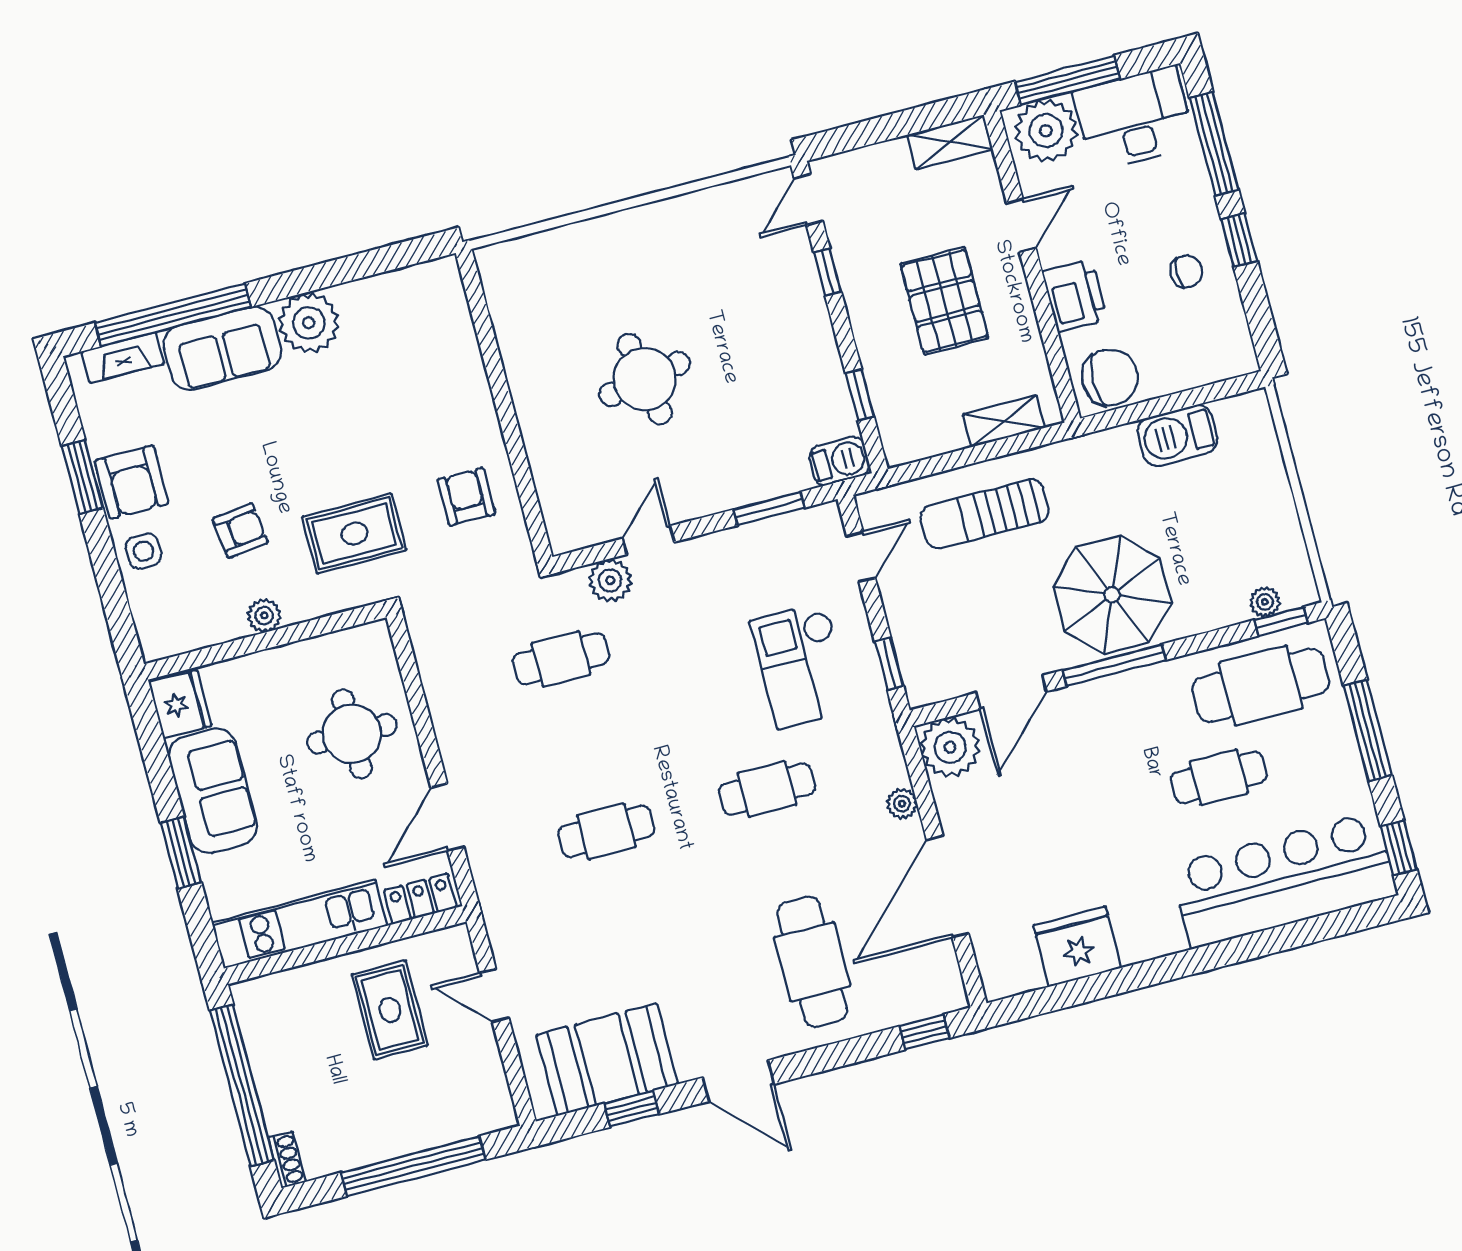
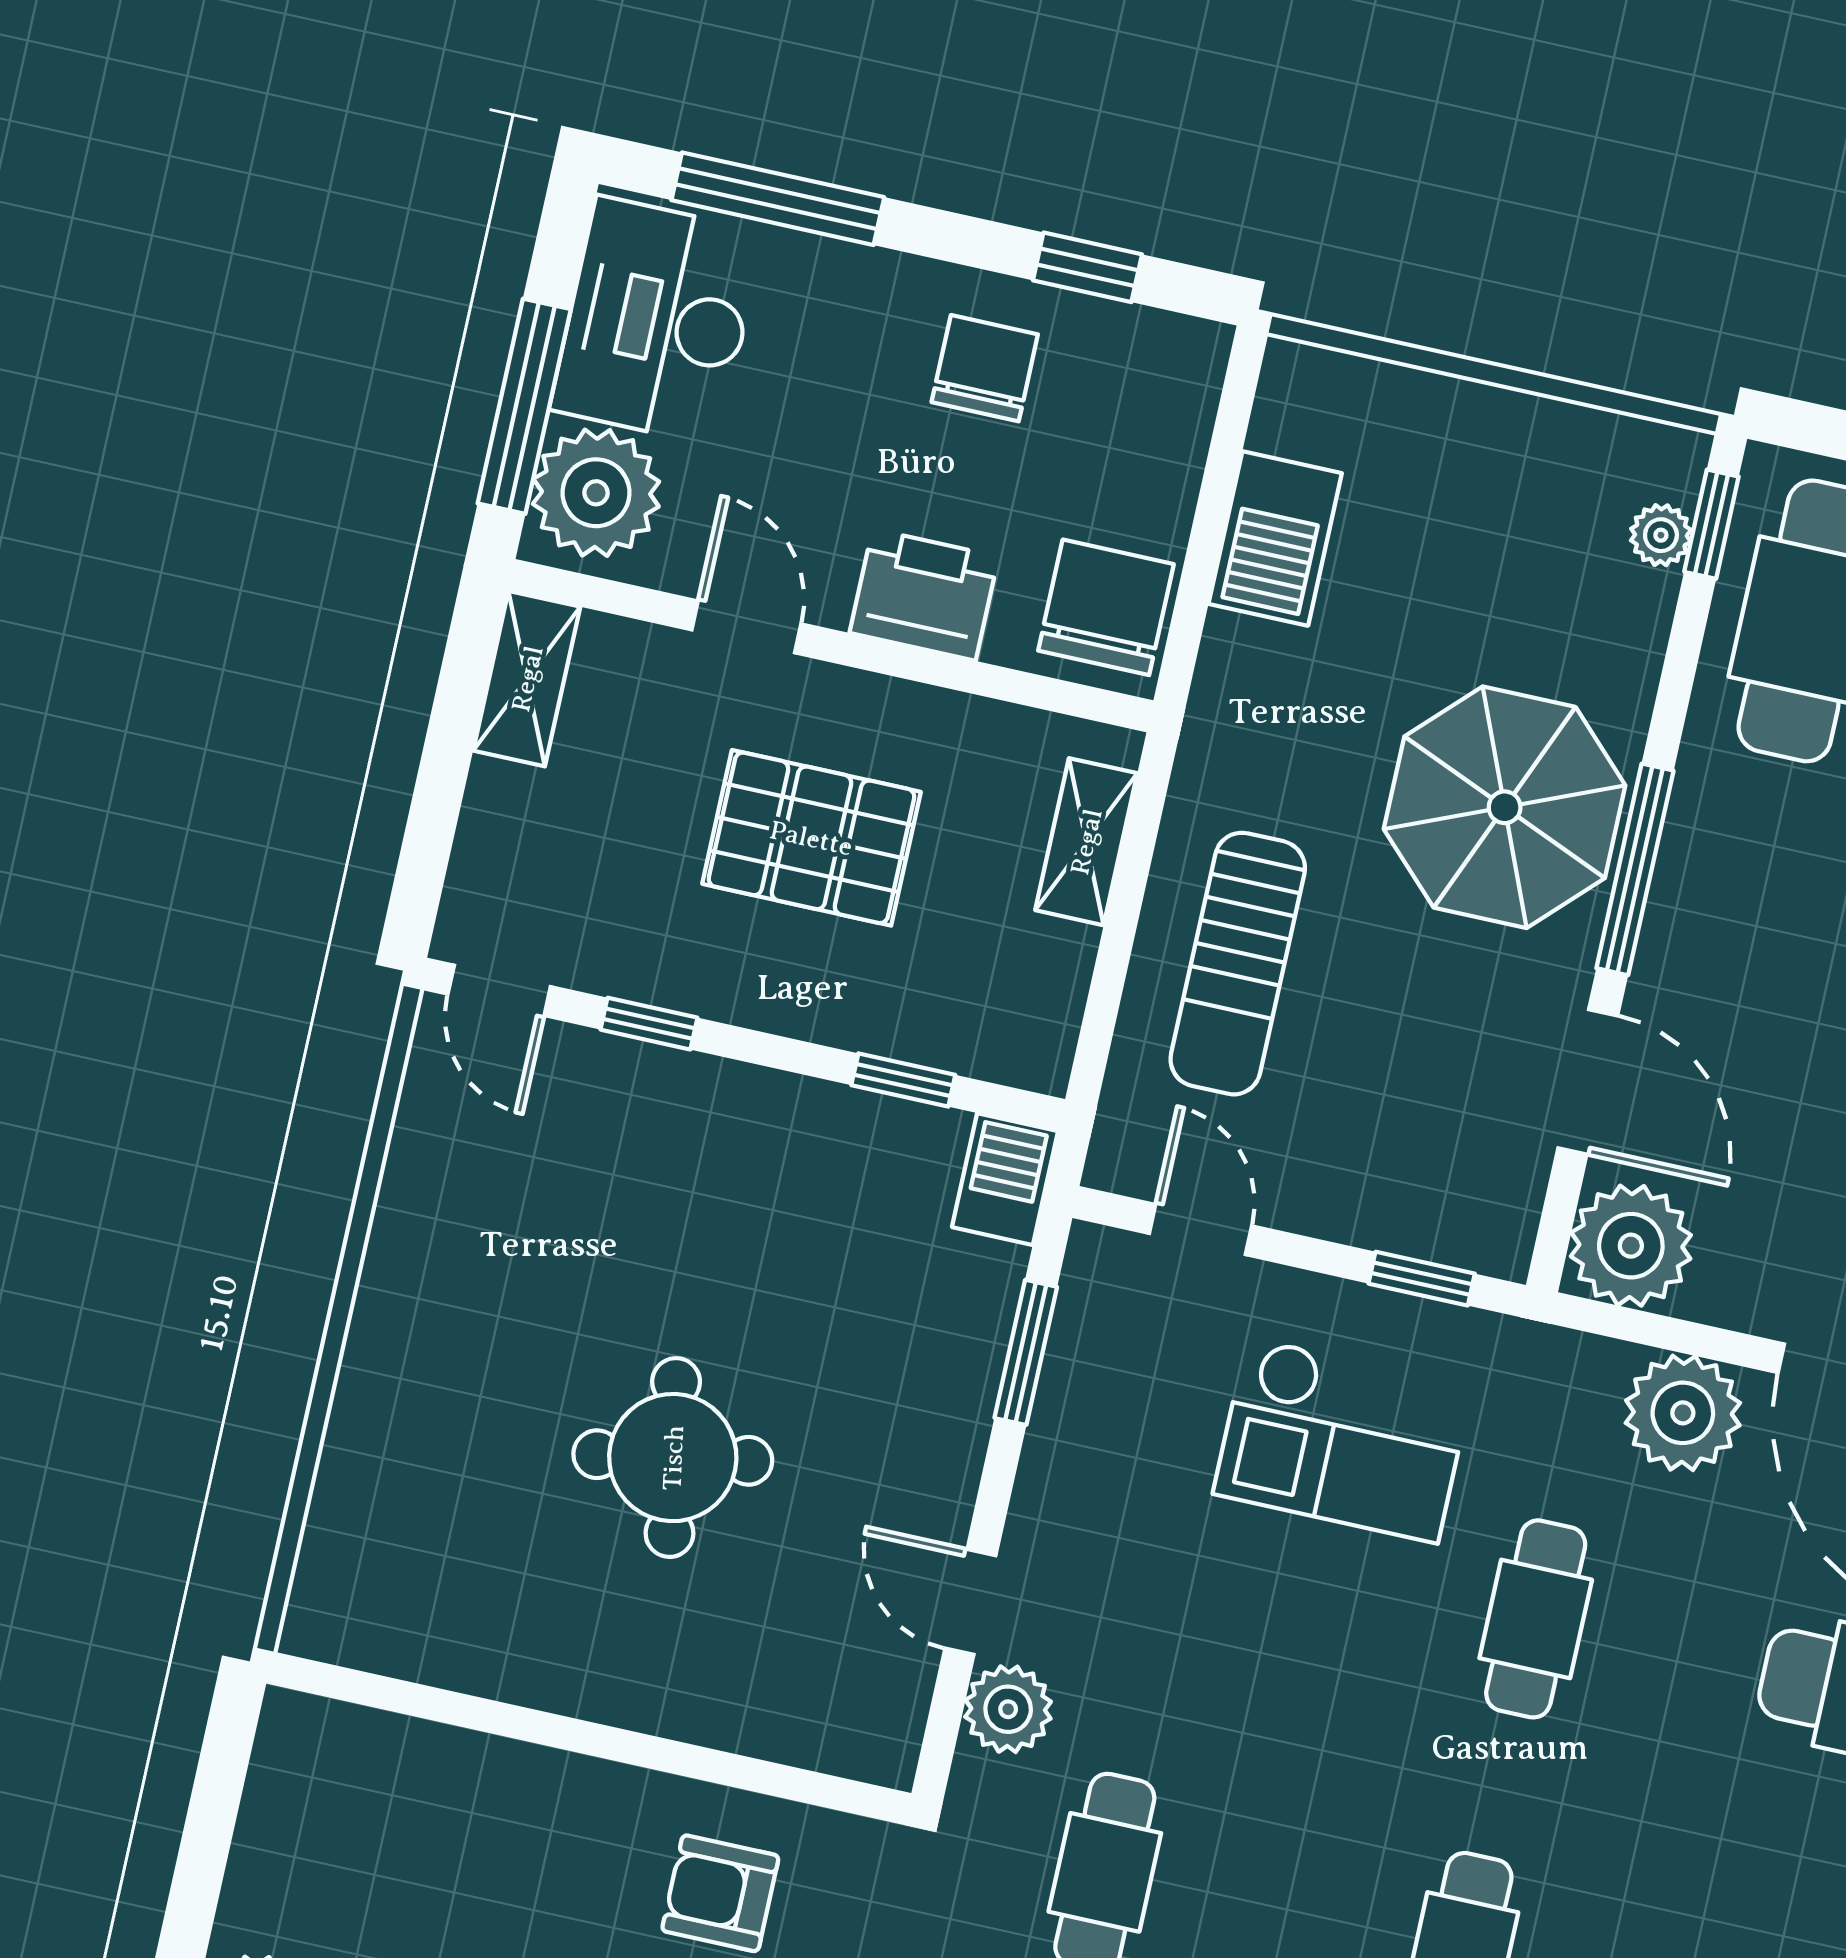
window: (1239, 240) -> (1087, 267), moved
chair: (1187, 271) -> (985, 368), width x1.37, depth x1.37
plant: (902, 804) -> (1683, 1413), width x1.88, depth x1.88

